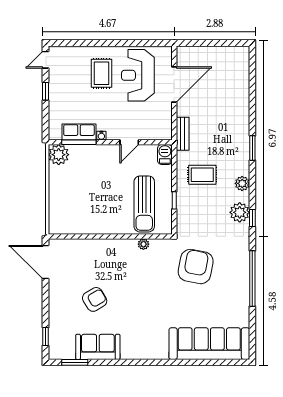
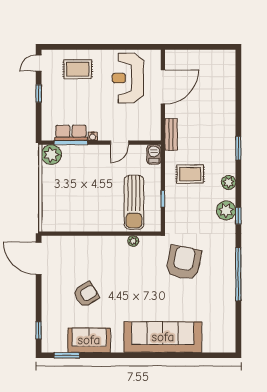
rug: (101, 73) -> (78, 69), moved, turned 90
sofa: (209, 344) -> (163, 337), moved

